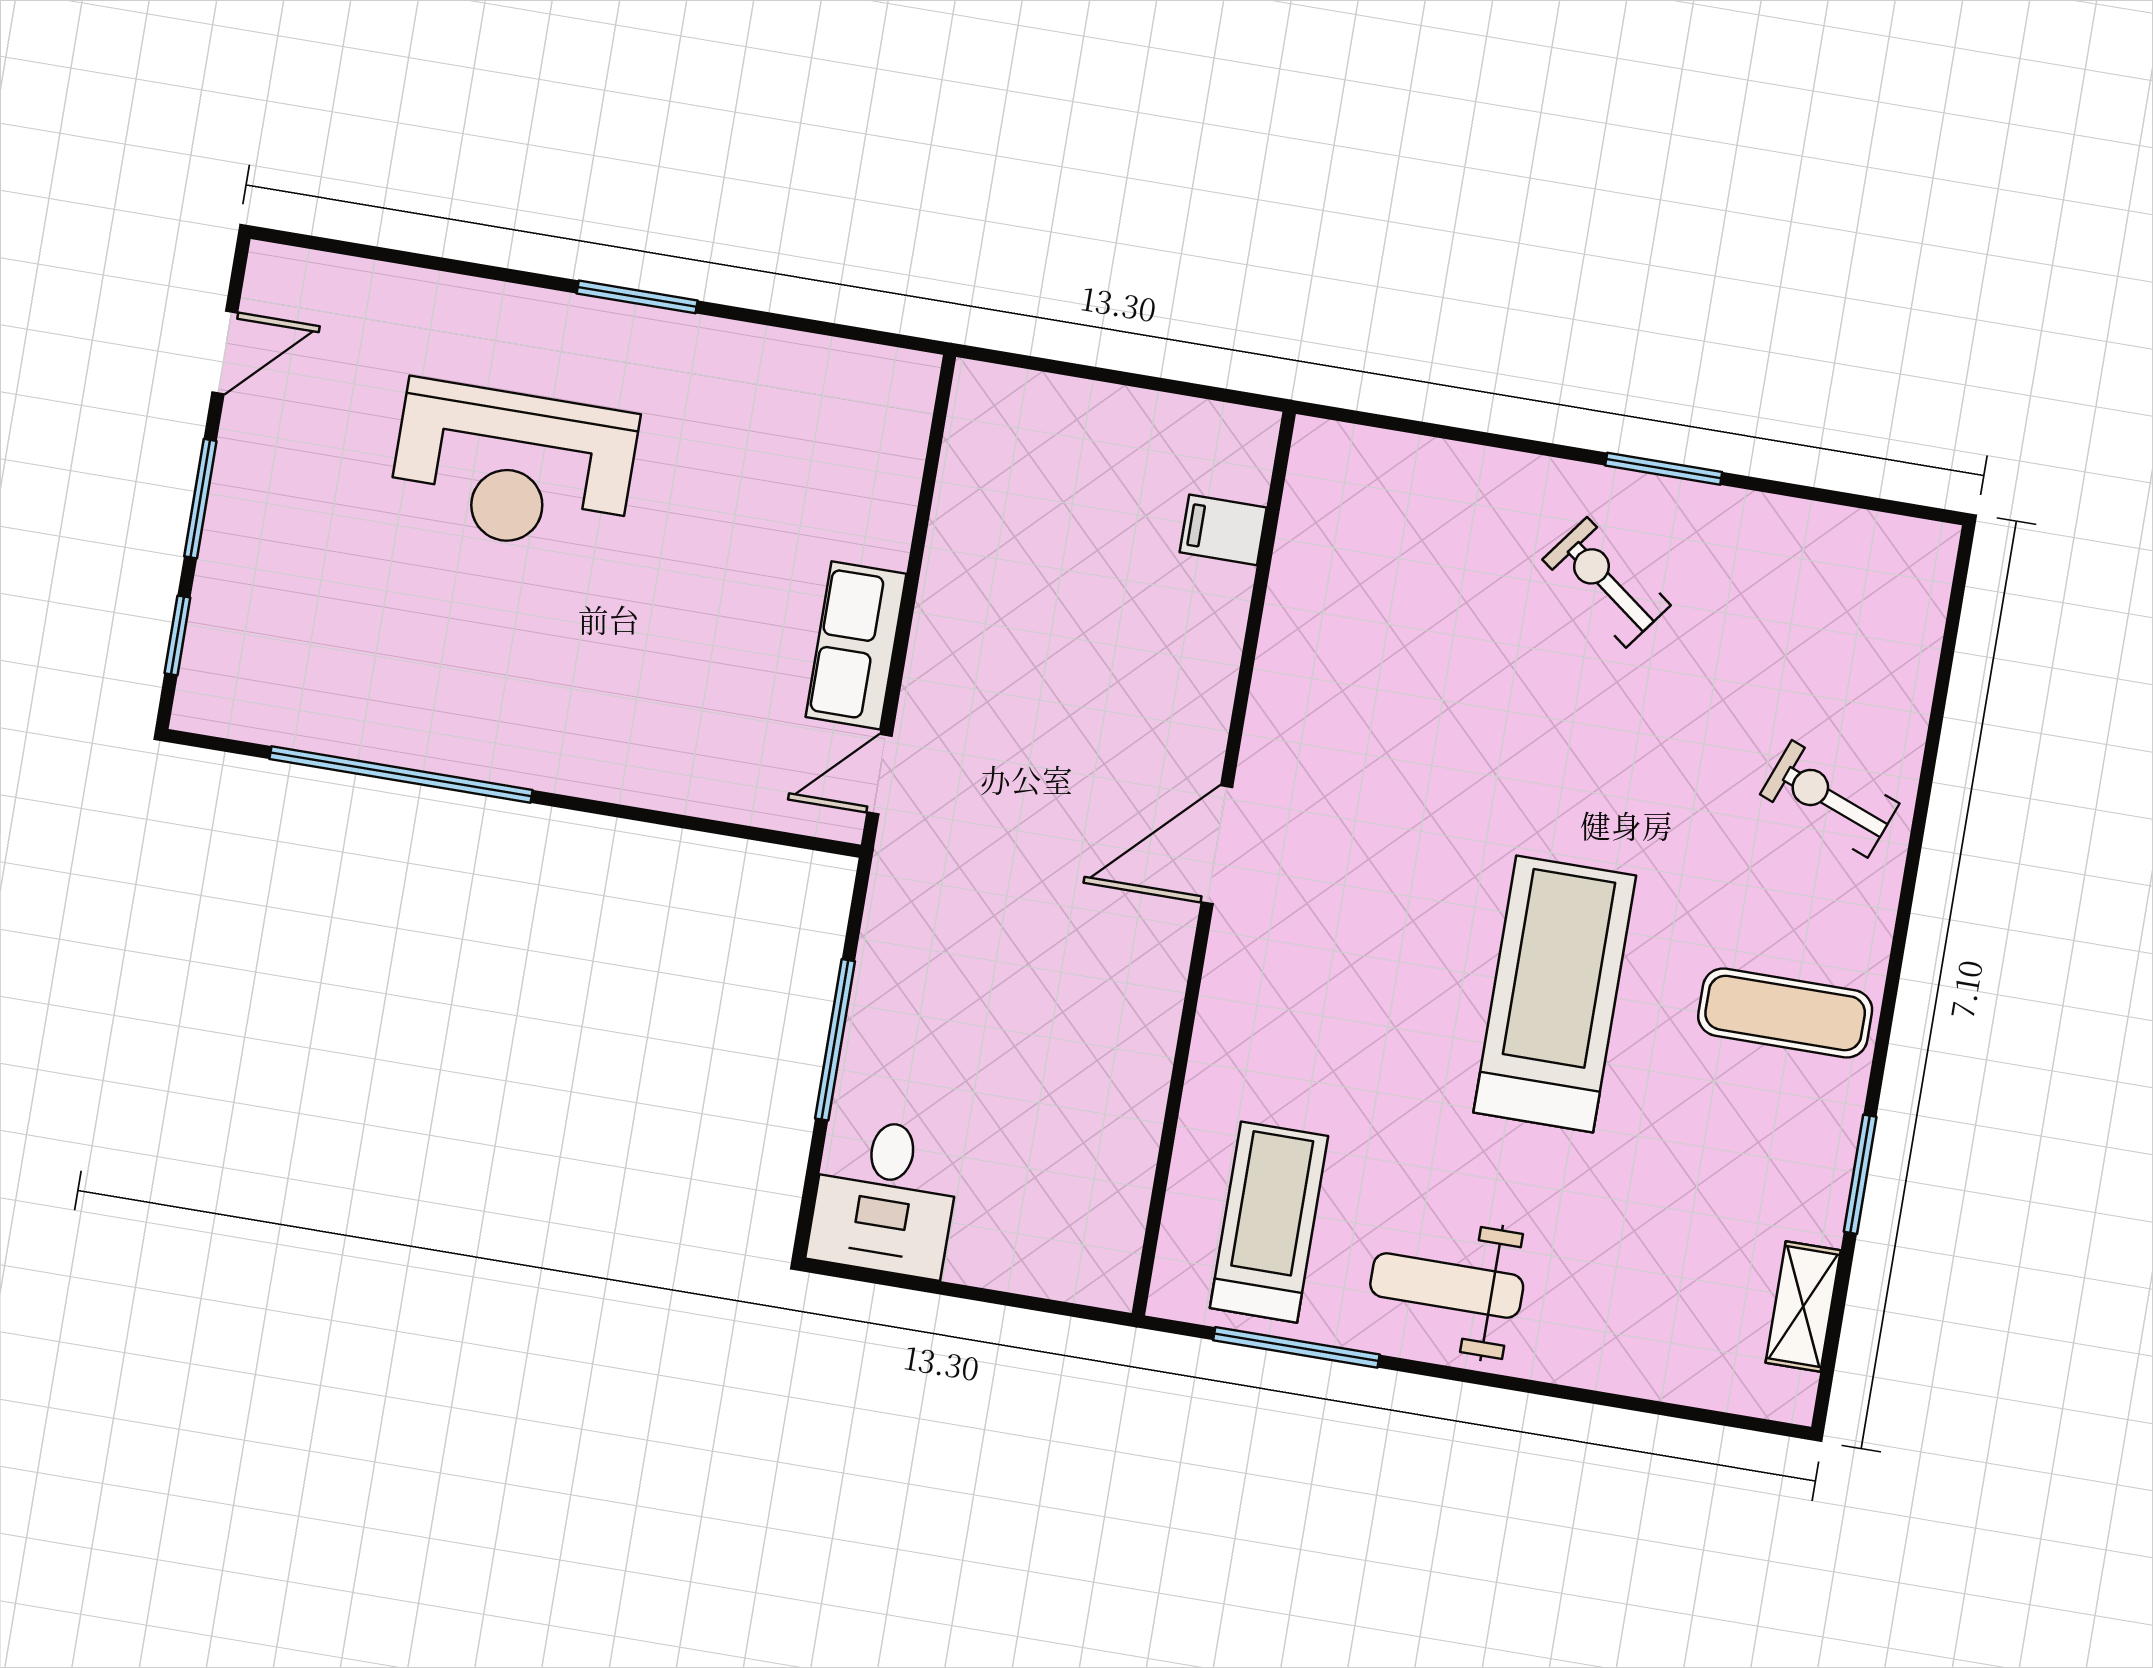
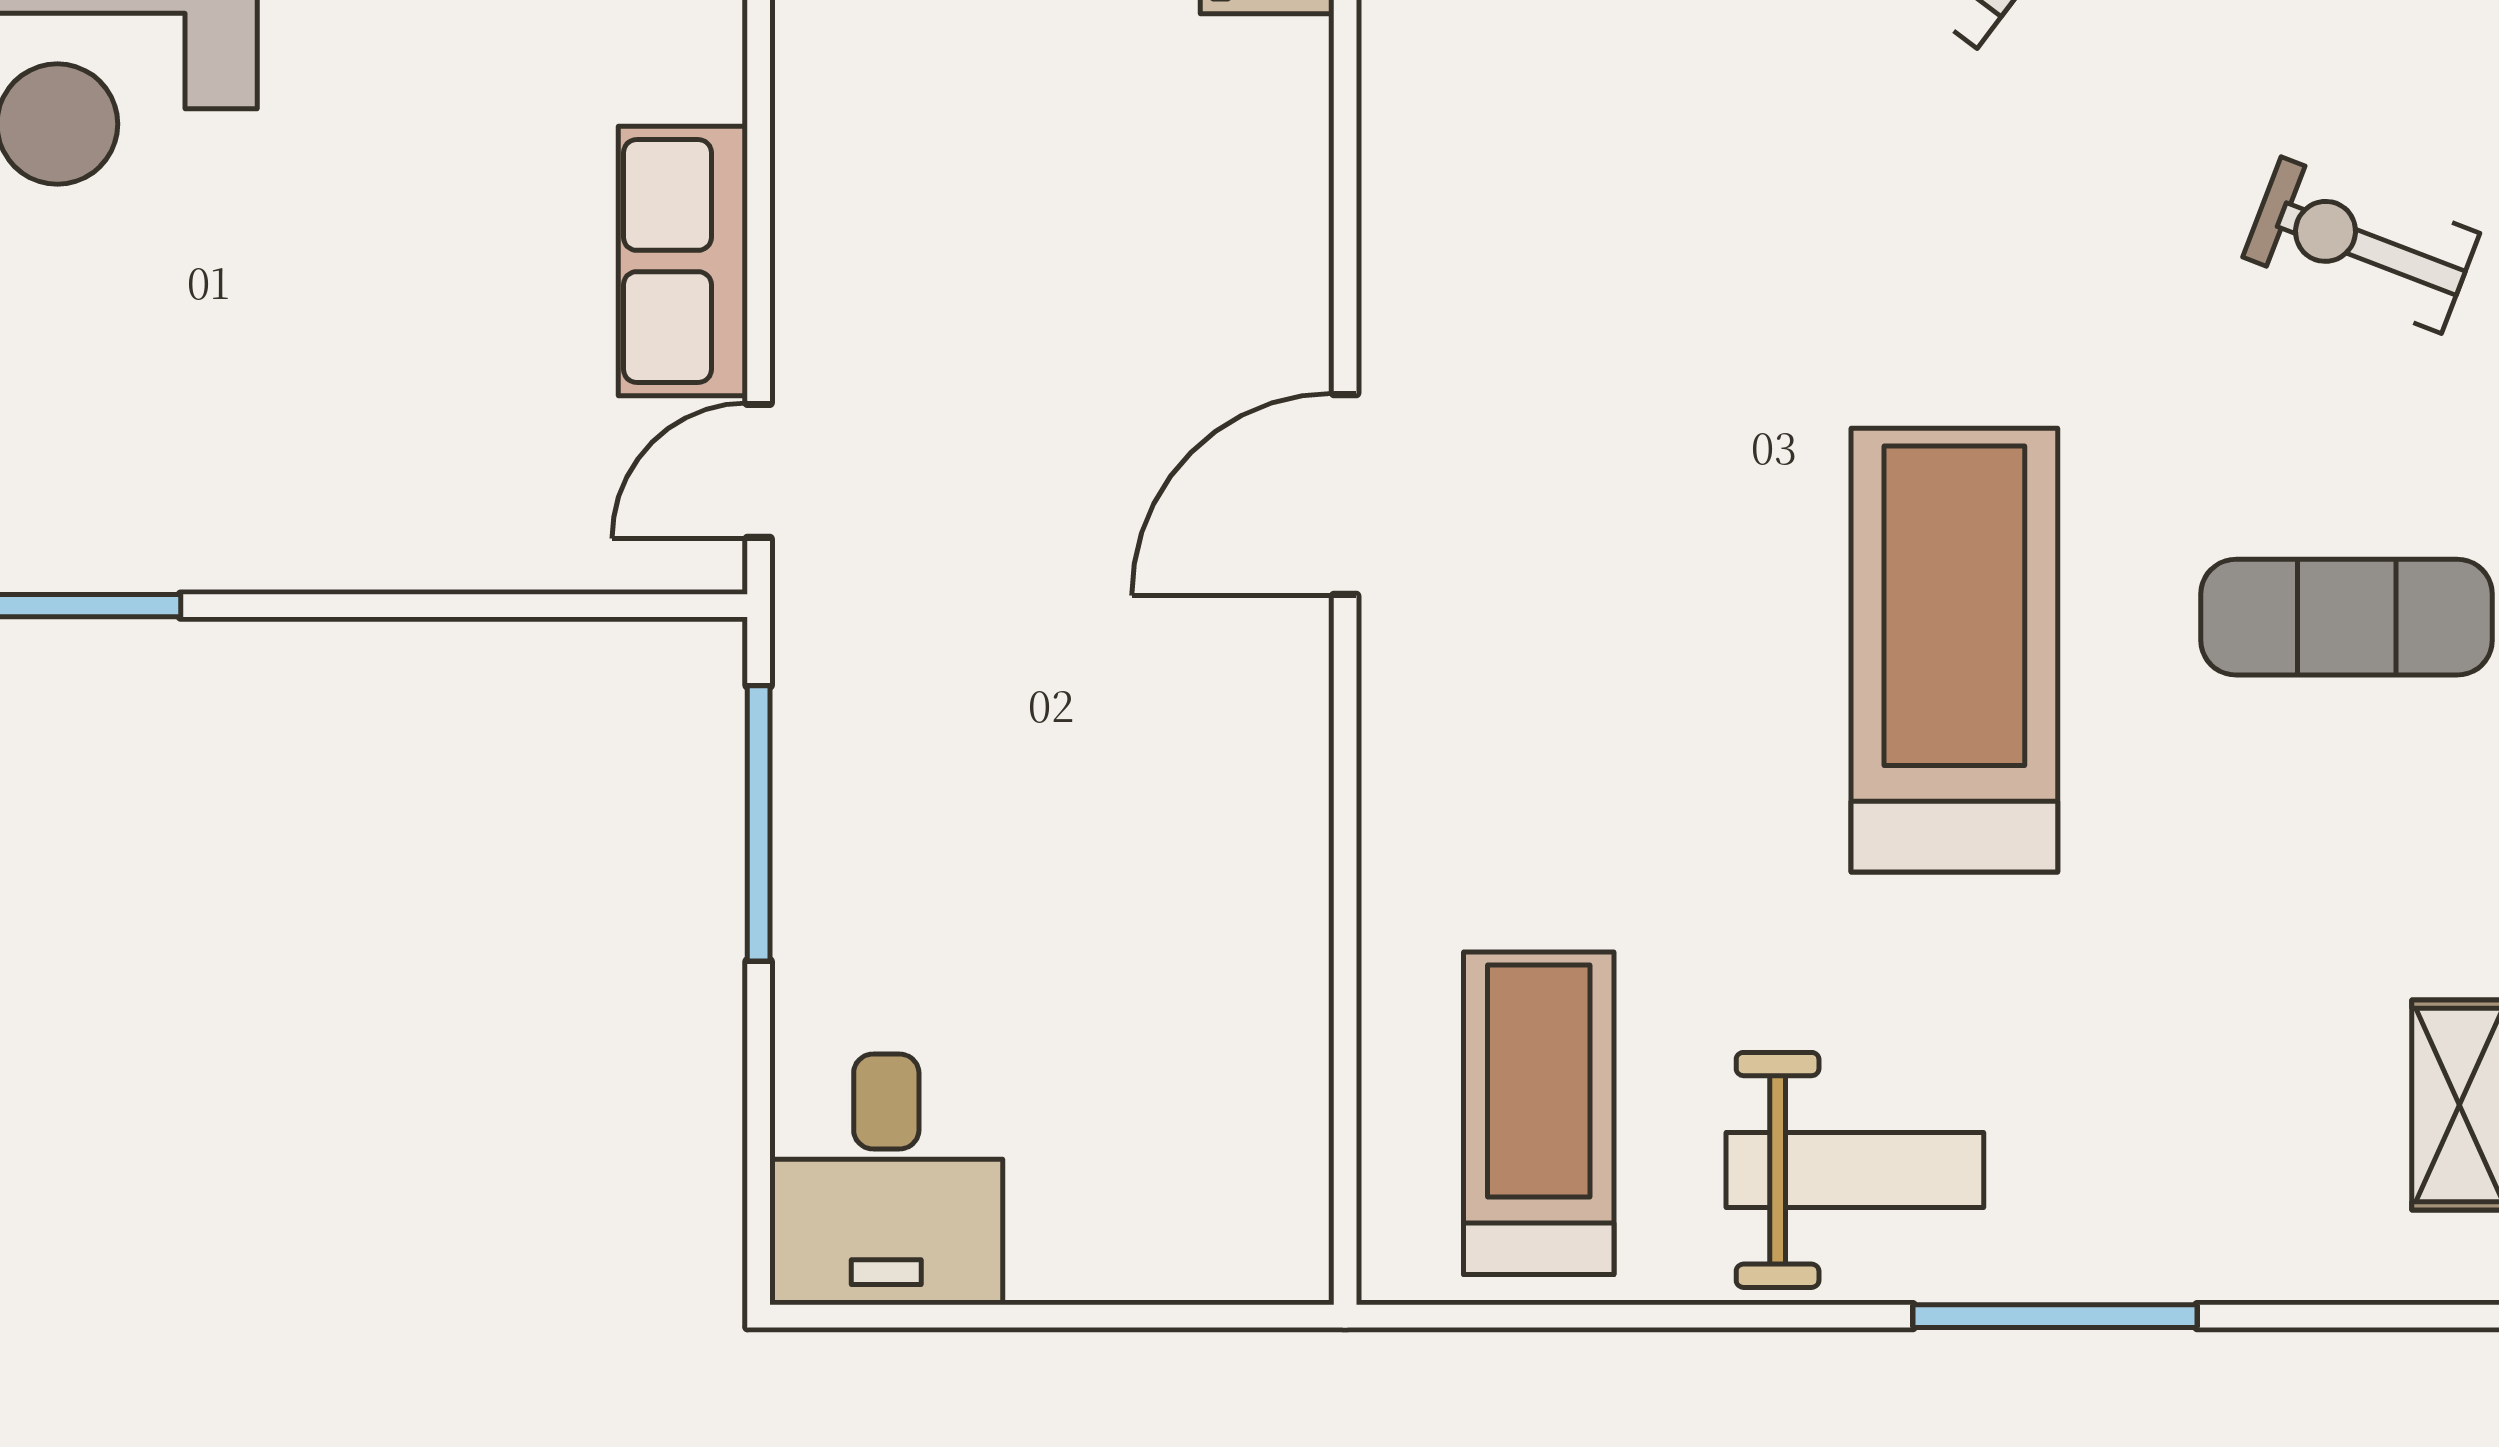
window: (835, 1040) -> (759, 823), moved
weight bench: (1447, 1286) -> (1855, 1170), turned 180
window: (1296, 1347) -> (2055, 1316), moved

